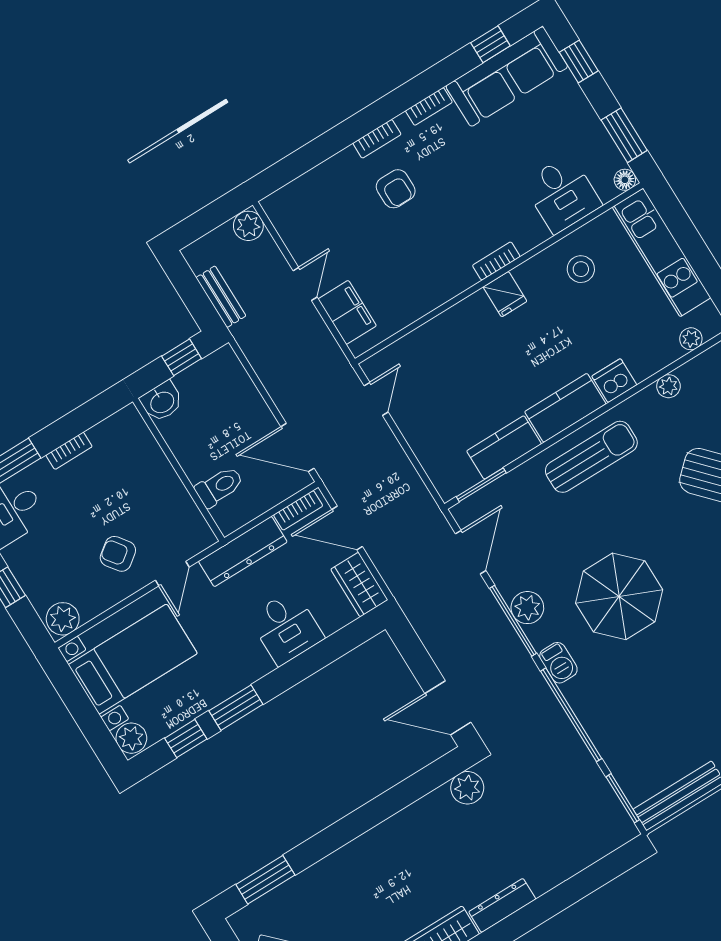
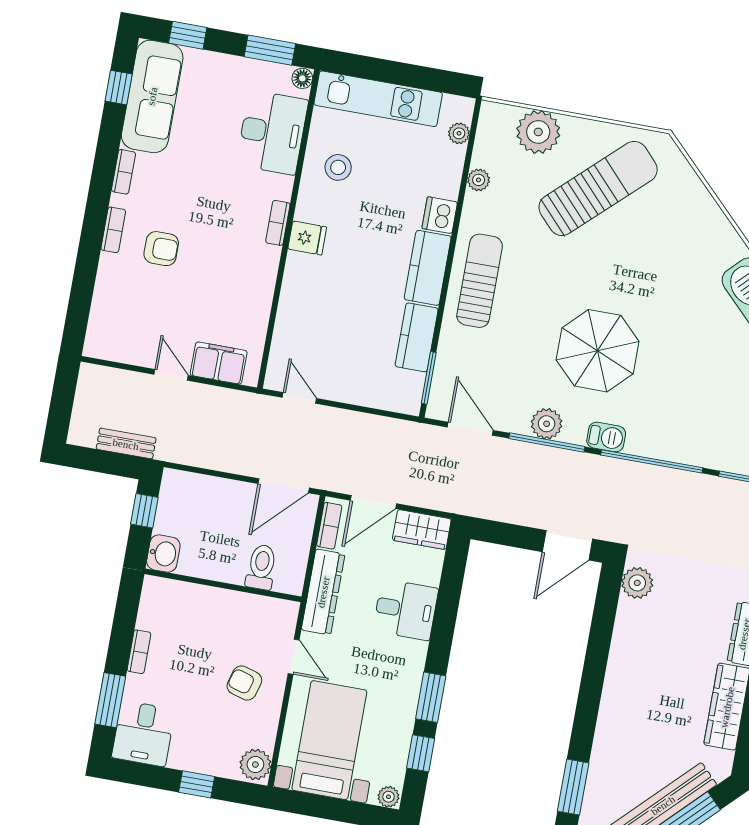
desk: (562, 194) -> (272, 133), width x1.37
plant: (248, 226) -> (93, 378), removed
armchair: (118, 554) -> (244, 683), turned 53
plant: (131, 738) -> (389, 797), width x0.73, depth x0.73

